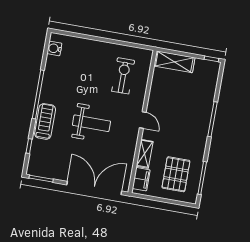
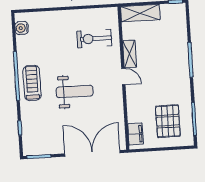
exercise bike: (123, 76) -> (94, 39), turned -90
treadmill: (45, 121) -> (32, 83), moved
shelving: (145, 154) -> (130, 54), moved

